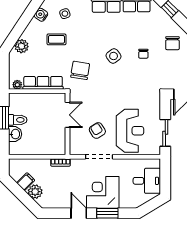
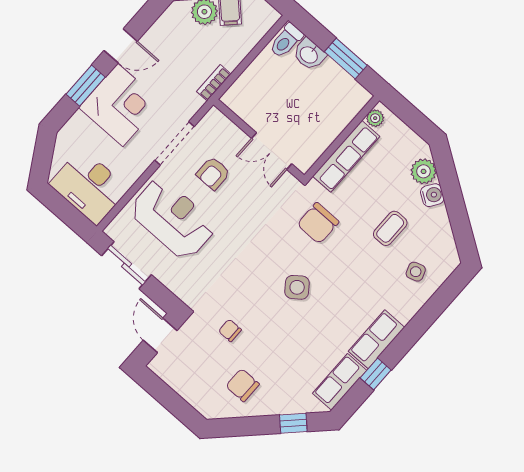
water cooler: (41, 15) -> (432, 195), moved
chair: (143, 54) -> (230, 330), moved
chair: (80, 70) -> (318, 223), turned 81
toilet: (18, 120) -> (286, 41), moved
armchair: (97, 131) -> (213, 173), turned 122
reception desk: (130, 131) -> (173, 219), turned 180
desk: (147, 181) -> (89, 186), width x1.37

